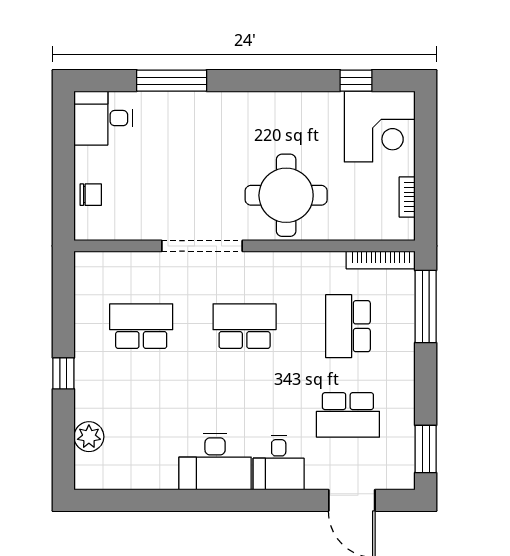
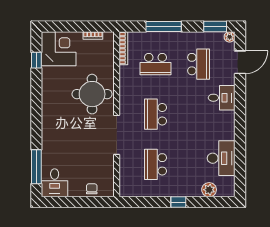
window: (172, 81) -> (36, 167), moved
window: (426, 306) -> (164, 26), moved
desk: (215, 462) -> (221, 158), moved
plant: (404, 479) -> (230, 37), added

